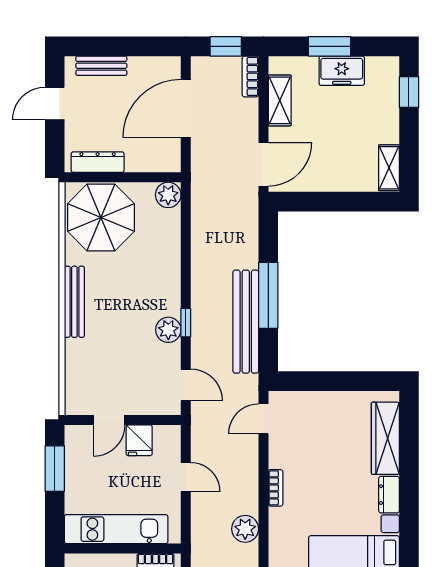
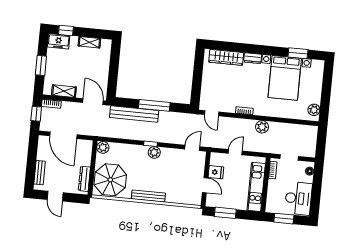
freezer: (342, 71) -> (59, 41), moved, turned 90
shelving: (389, 168) -> (89, 42), moved
bench: (246, 322) -> (134, 114), moved
window: (186, 323) -> (150, 144), moved
plant: (168, 330) -> (154, 152), moved

